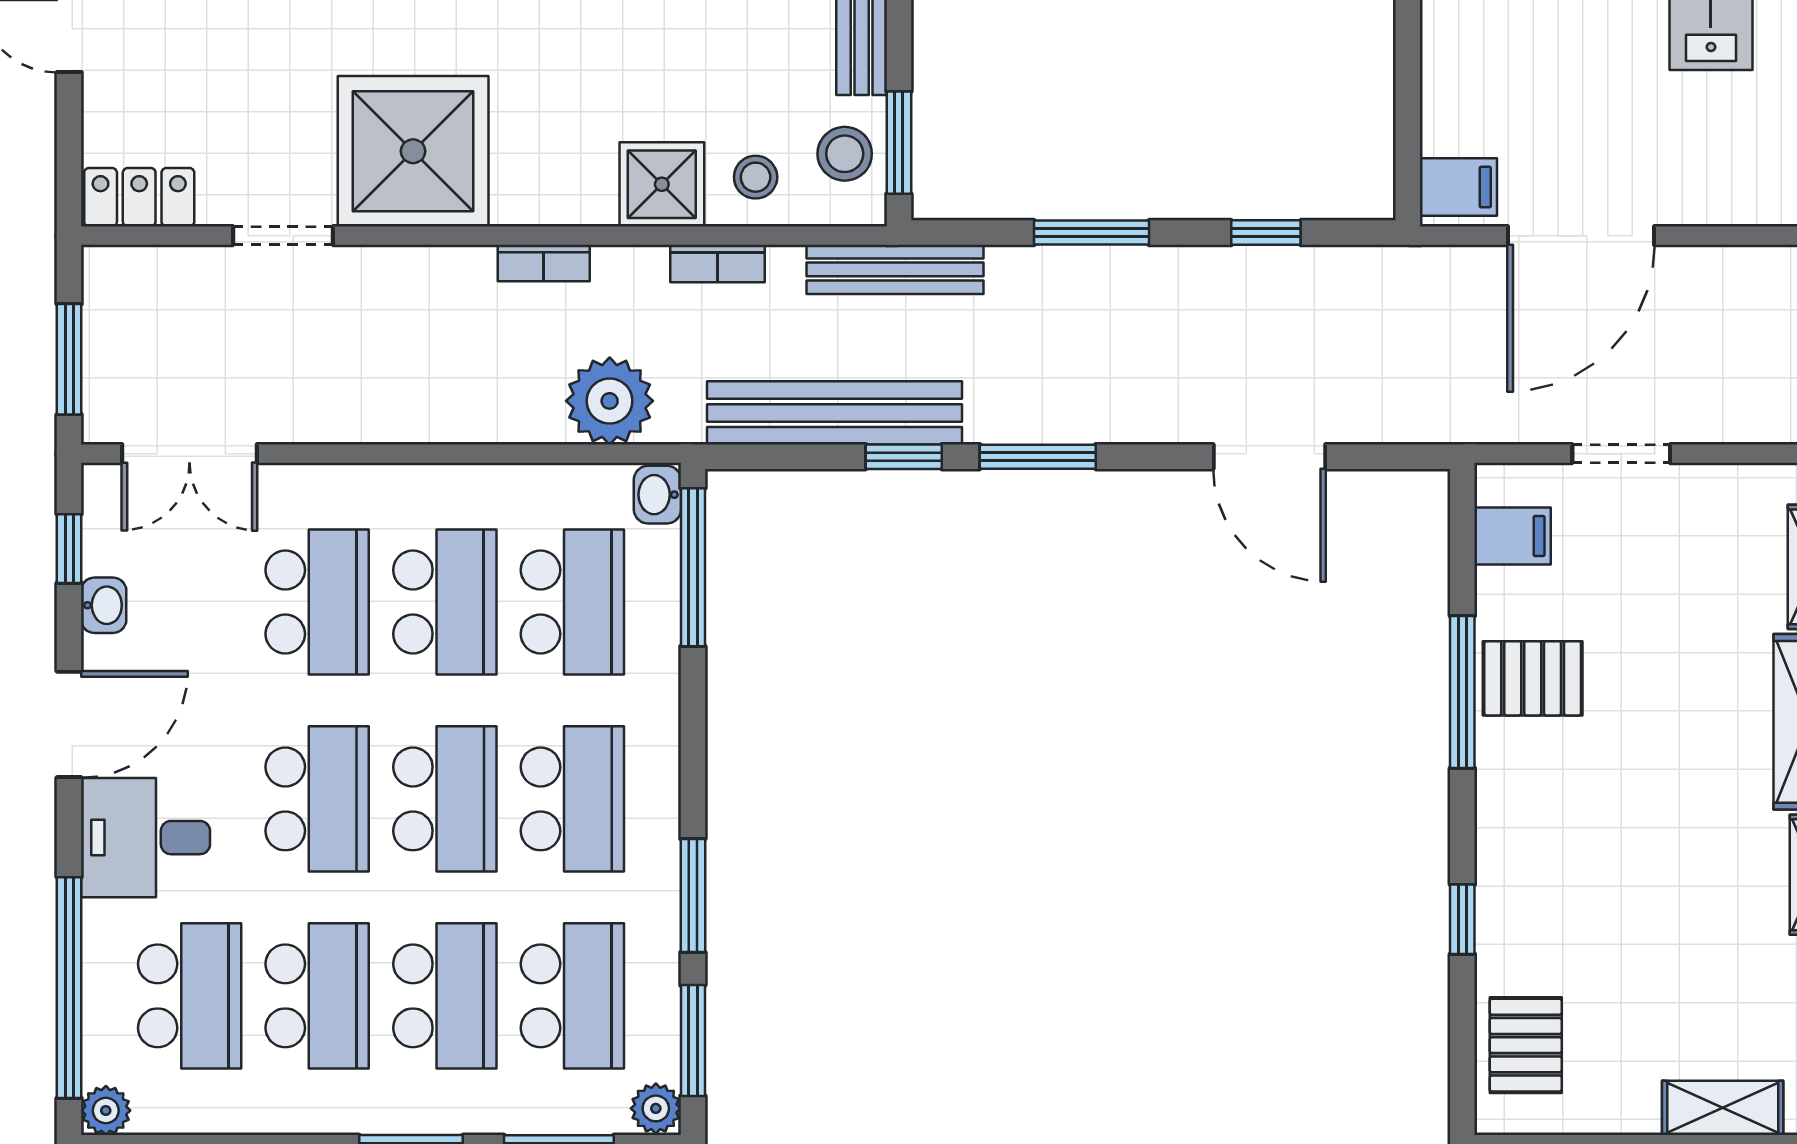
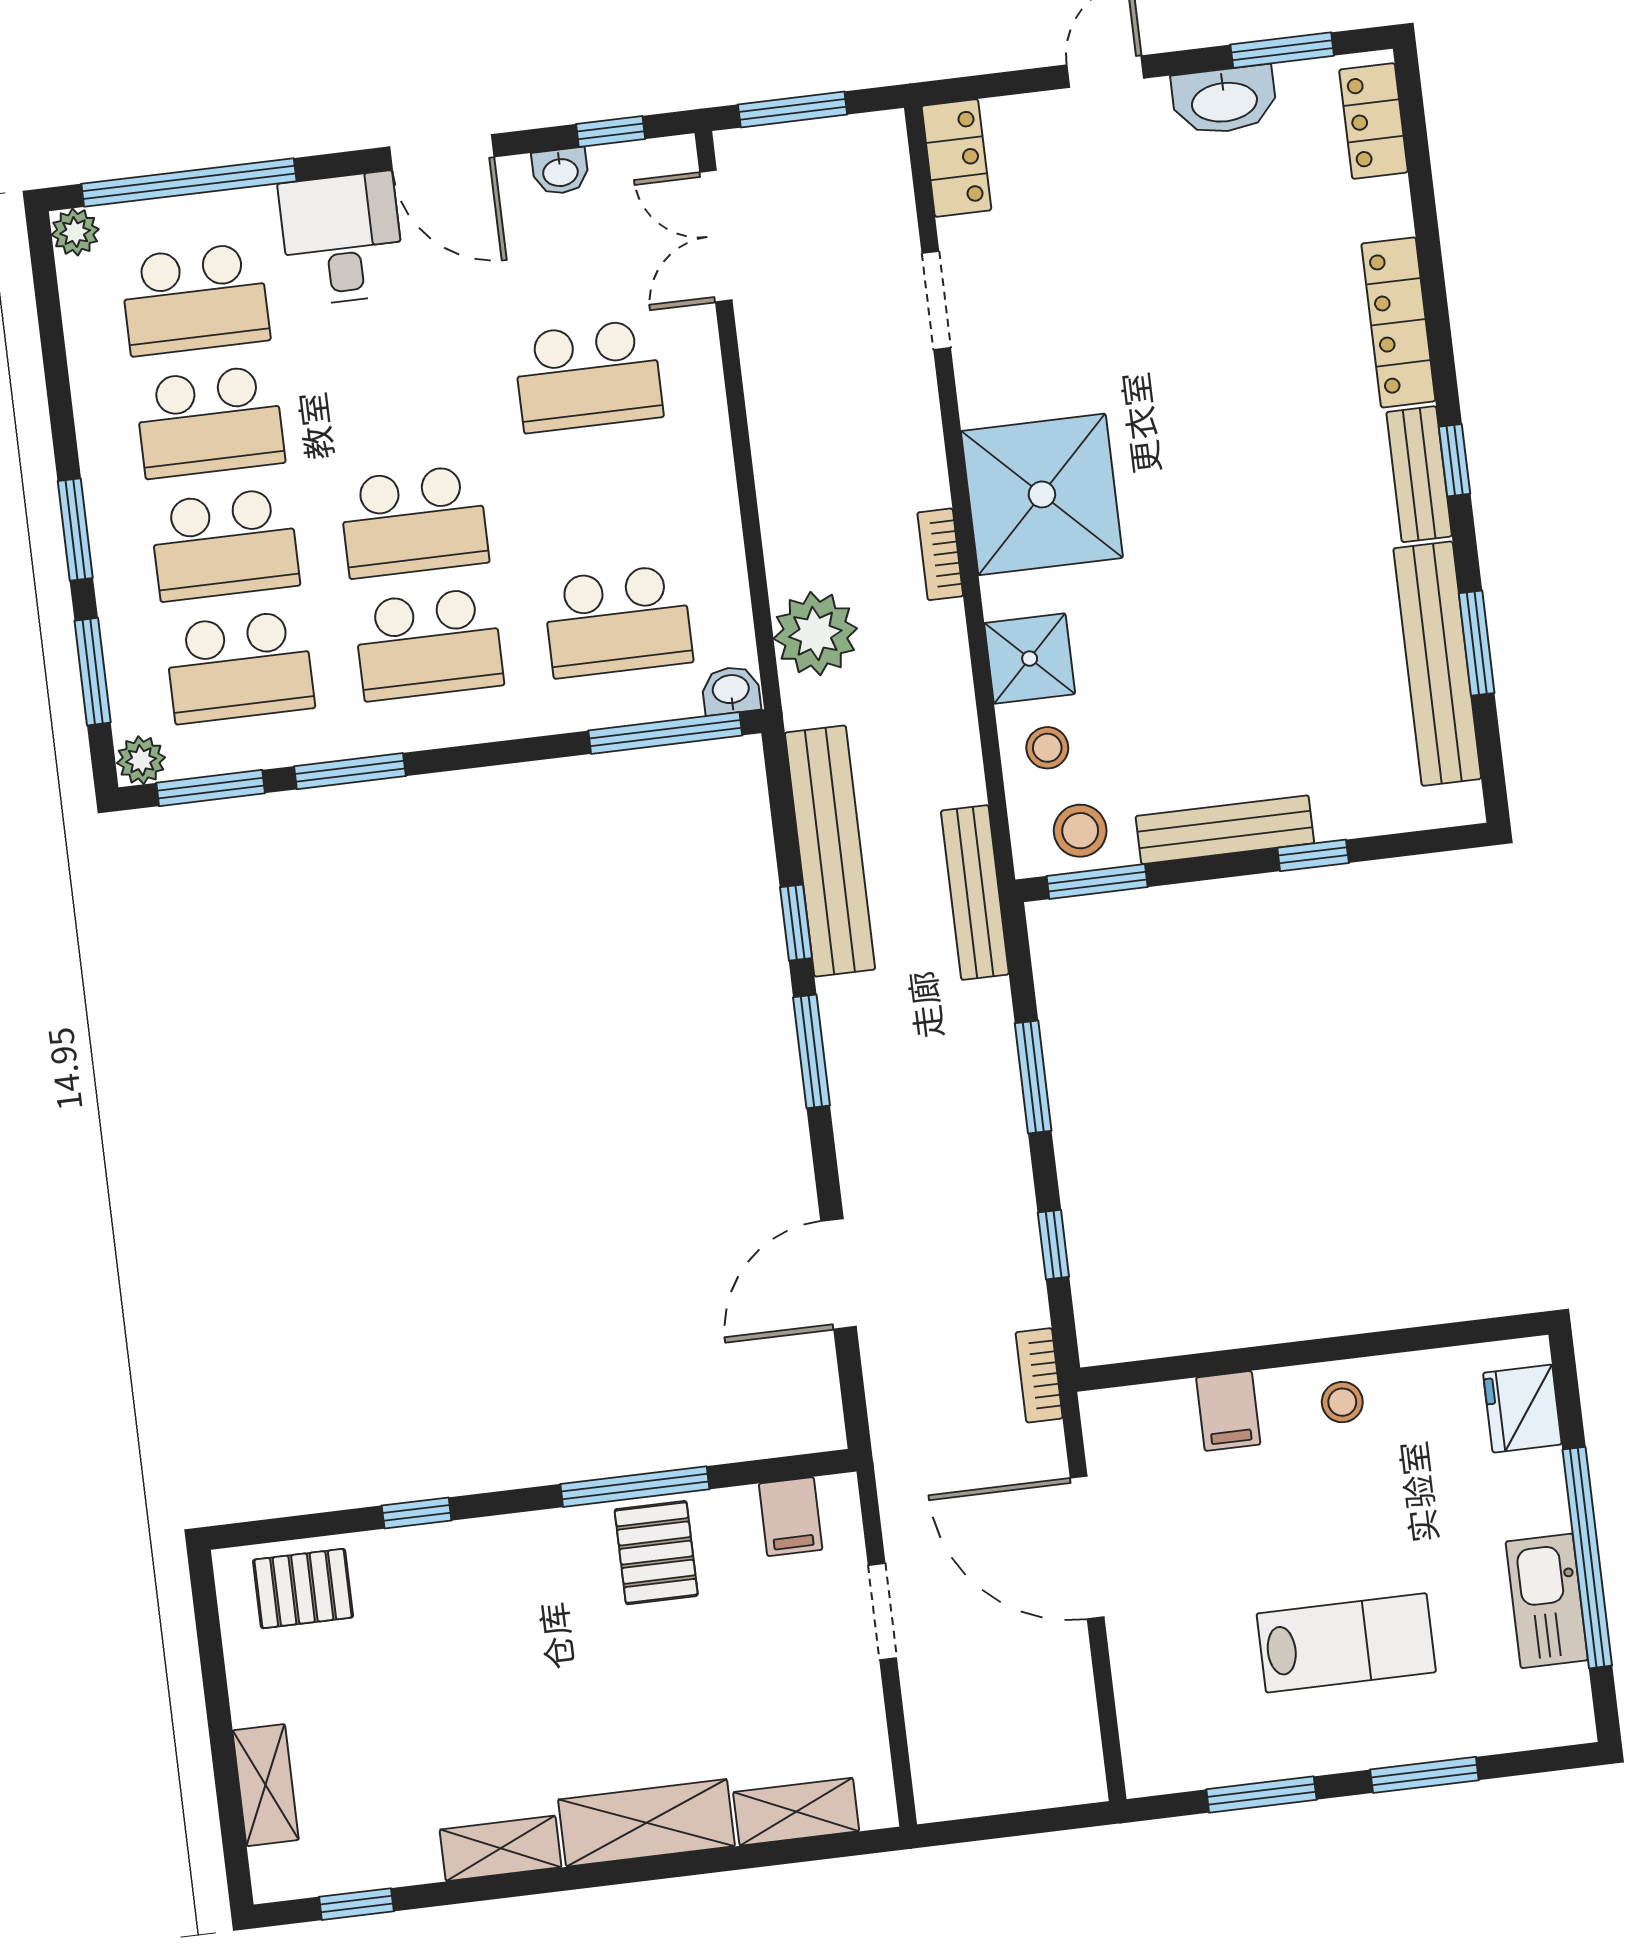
shower: (413, 151) -> (1042, 494), moved
filing cabinet: (1458, 187) -> (1228, 1411), moved
bookcase: (717, 264) -> (1039, 1375), moved
school desk: (445, 602) -> (603, 499), removed
school desk: (317, 799) -> (399, 399), removed

